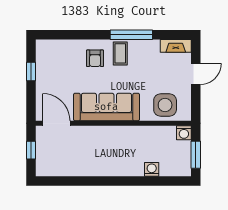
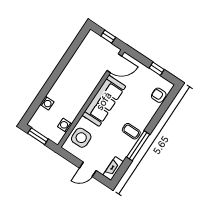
armchair: (95, 58) -> (159, 95), moved
door: (196, 74) -> (88, 169), hinge flipped
washing machine: (184, 133) -> (65, 125), moved

